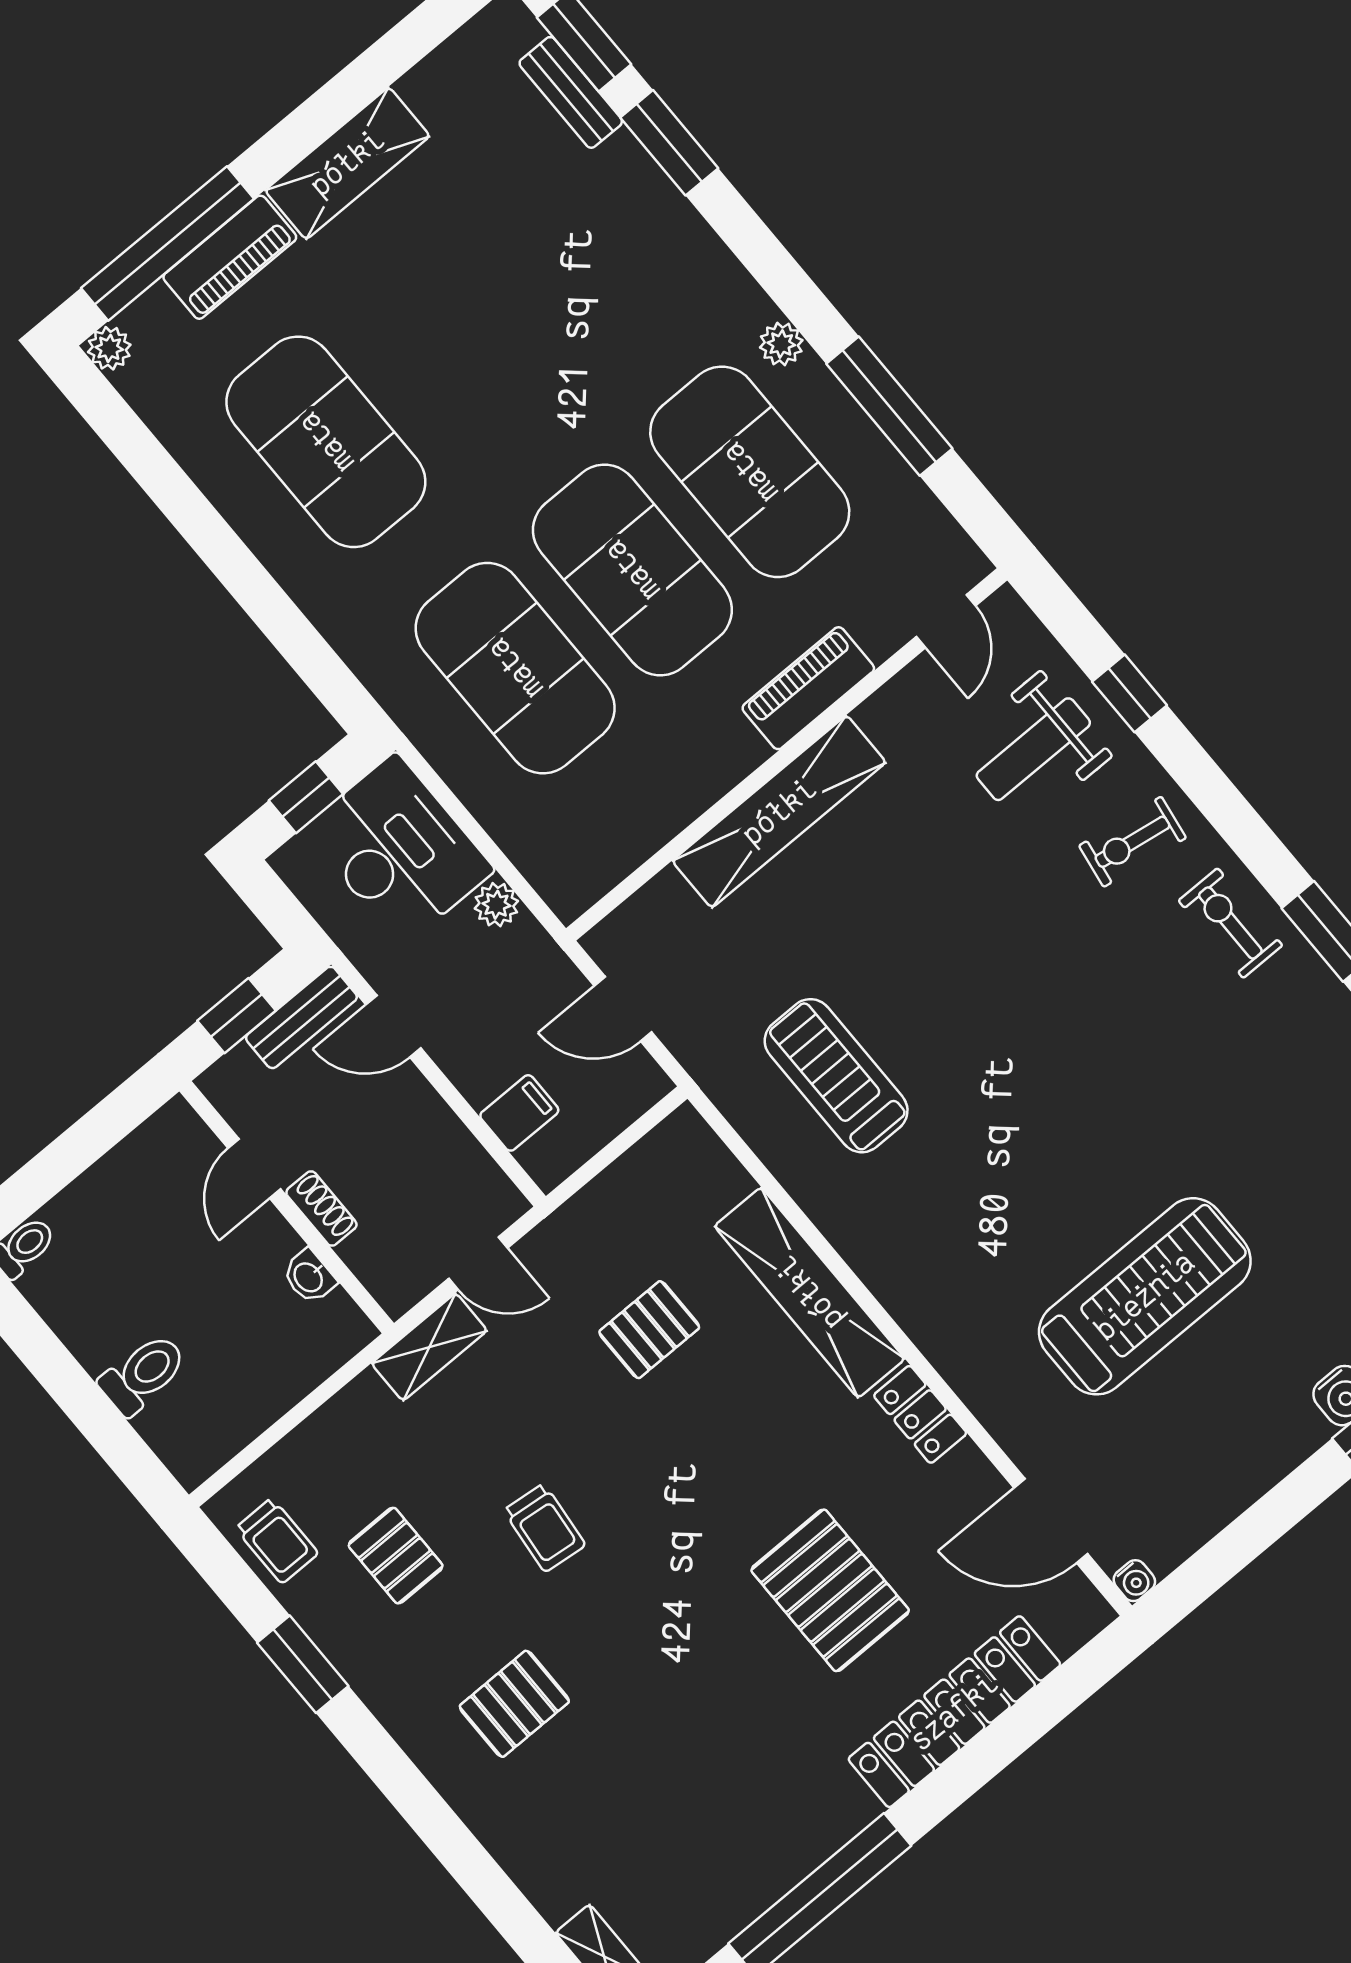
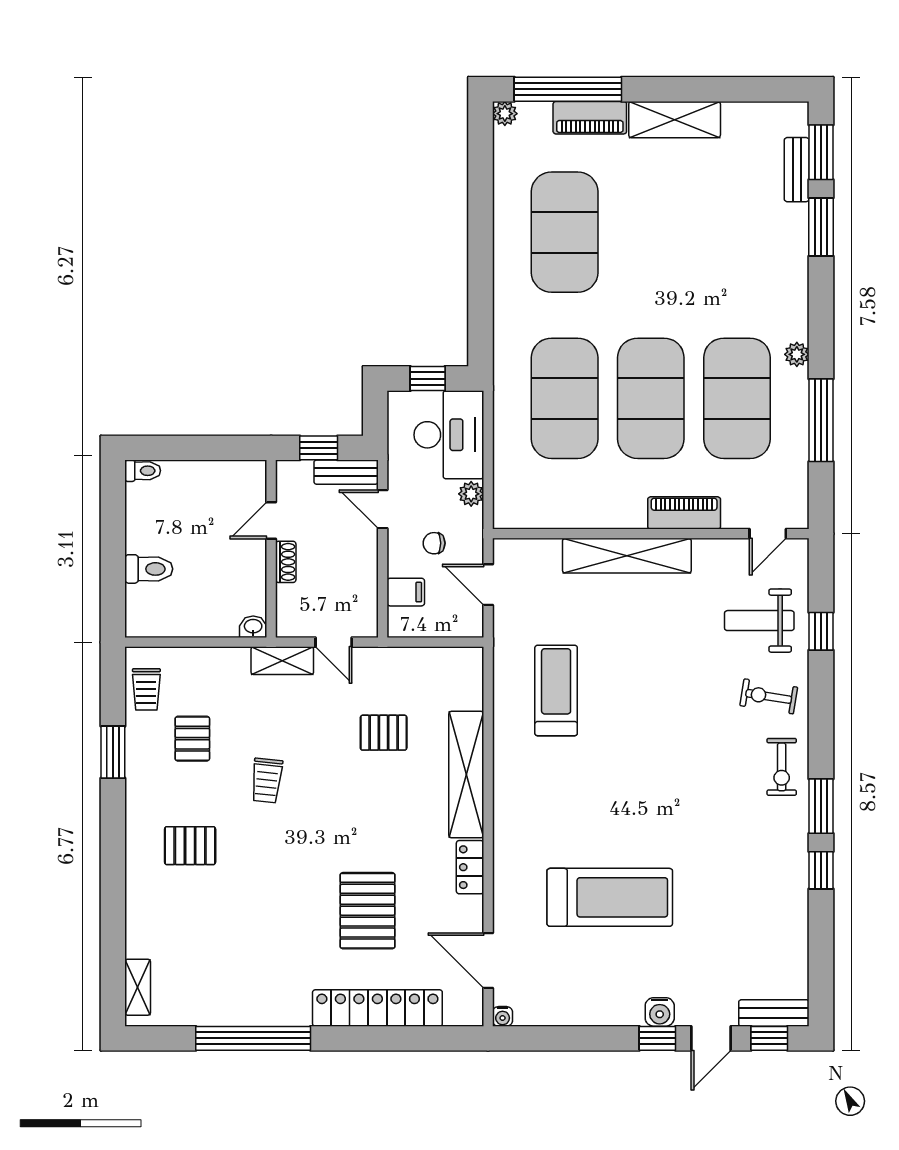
exercise bike: (1230, 923) -> (782, 767), turned 180
chair: (502, 1014) -> (434, 543), added
washbasin: (309, 1277) -> (253, 627), moved, turned 90

